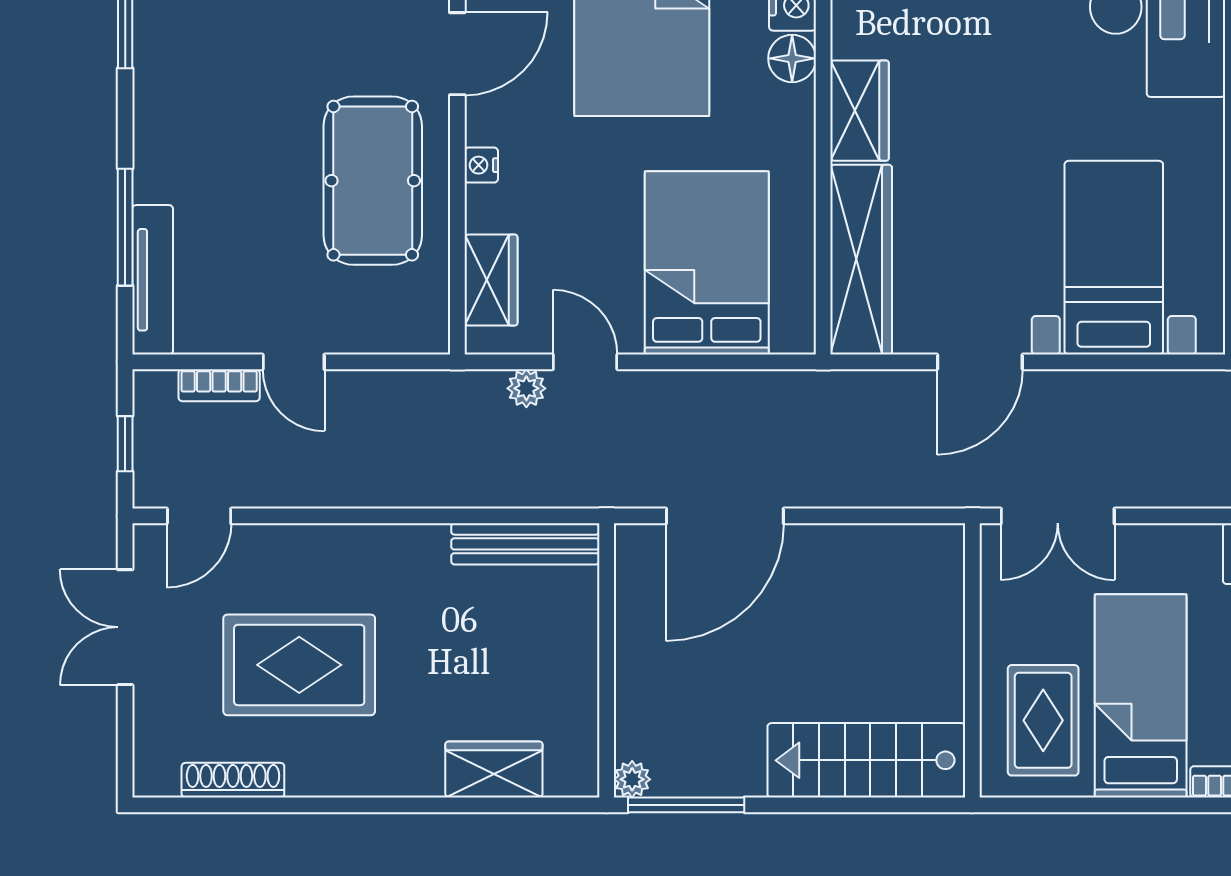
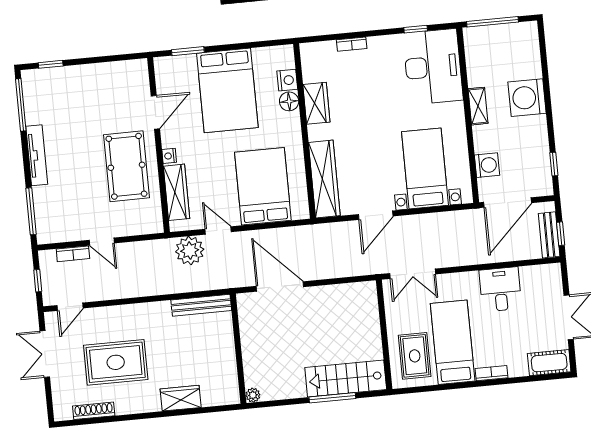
wardrobe: (860, 111) -> (316, 103), moved
window: (125, 227) -> (31, 211), moved
tv unit: (153, 280) -> (37, 155), moved
wardrobe: (491, 280) -> (177, 192), width x1.50
plant: (526, 388) -> (190, 251), width x1.87, depth x1.87
door: (725, 516) -> (280, 287), swing flipped
wardrobe: (494, 770) -> (181, 398), moved
window: (686, 805) -> (332, 398), moved

